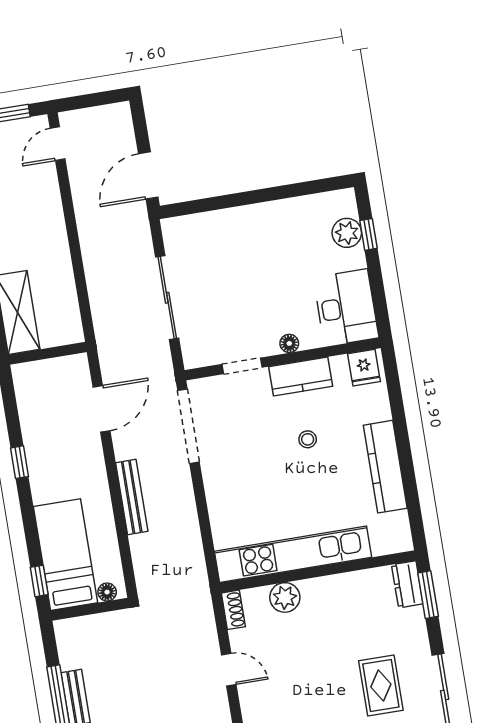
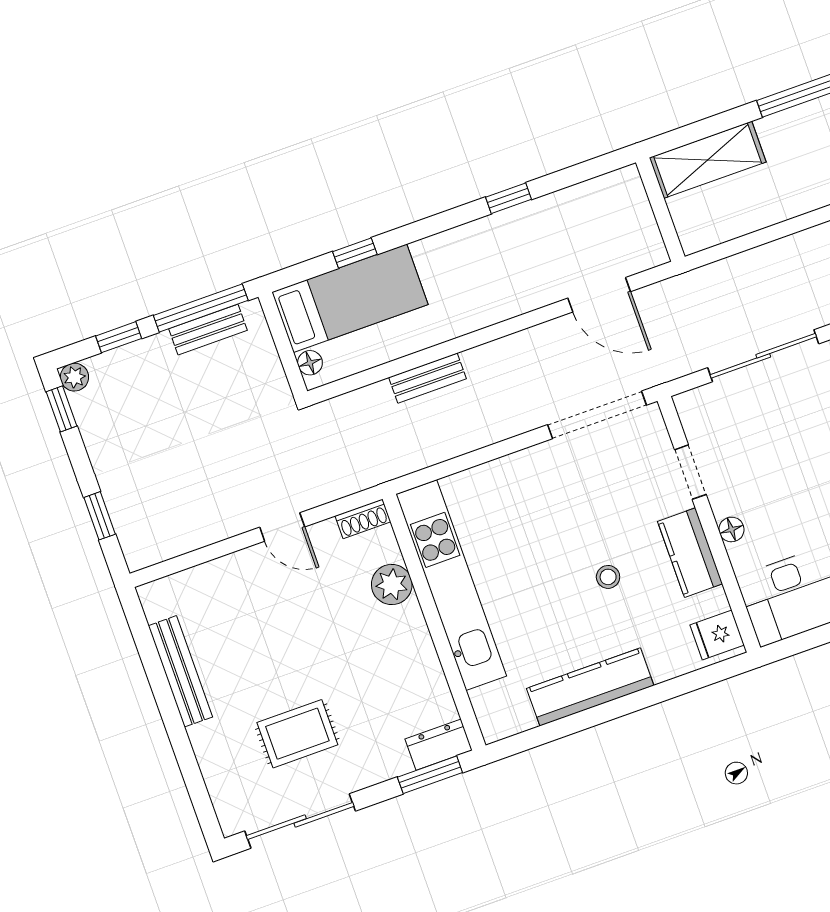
bench: (132, 497) -> (427, 378), moved, width x0.73
bed: (65, 555) -> (350, 298), moved
floor lamp: (107, 592) -> (310, 363), moved
wall: (90, 609) -> (283, 344), moved
door: (229, 670) -> (282, 527), hinge flipped

